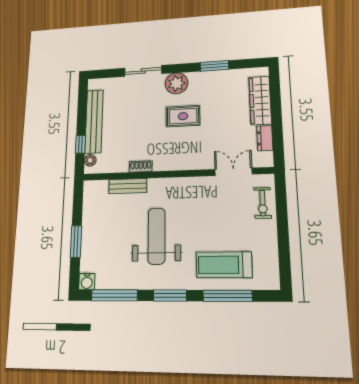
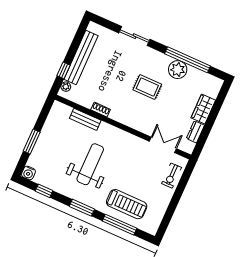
window: (214, 66) -> (187, 60), width x2.11
plant: (177, 83) -> (178, 70), moved
wardrobe: (260, 100) -> (203, 109), width x0.67
treadmill: (224, 265) -> (127, 204), turned 180
window: (114, 295) -> (44, 191), width x0.46

